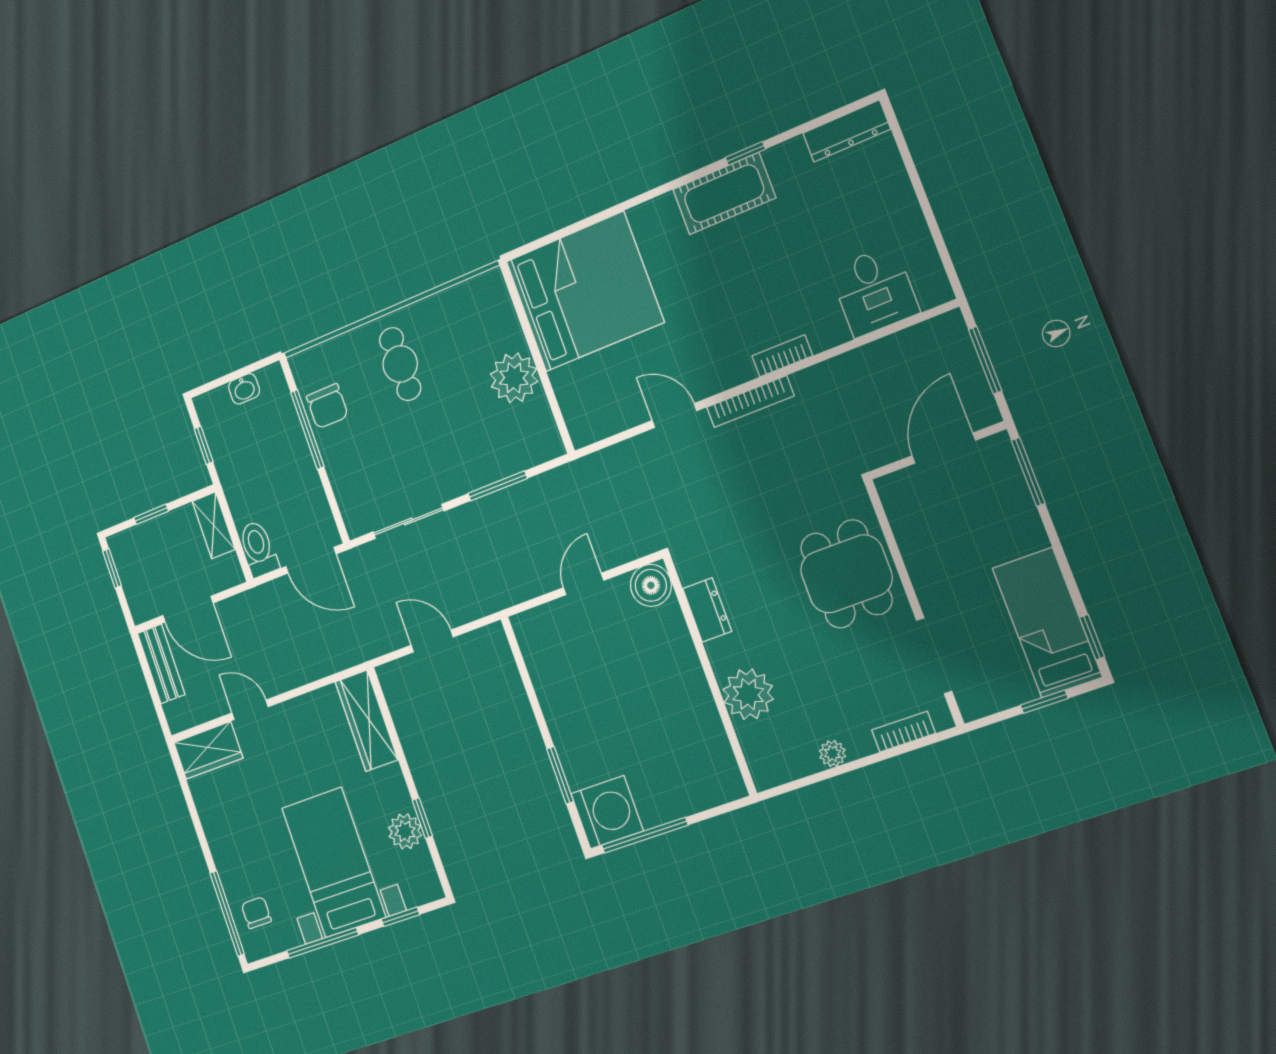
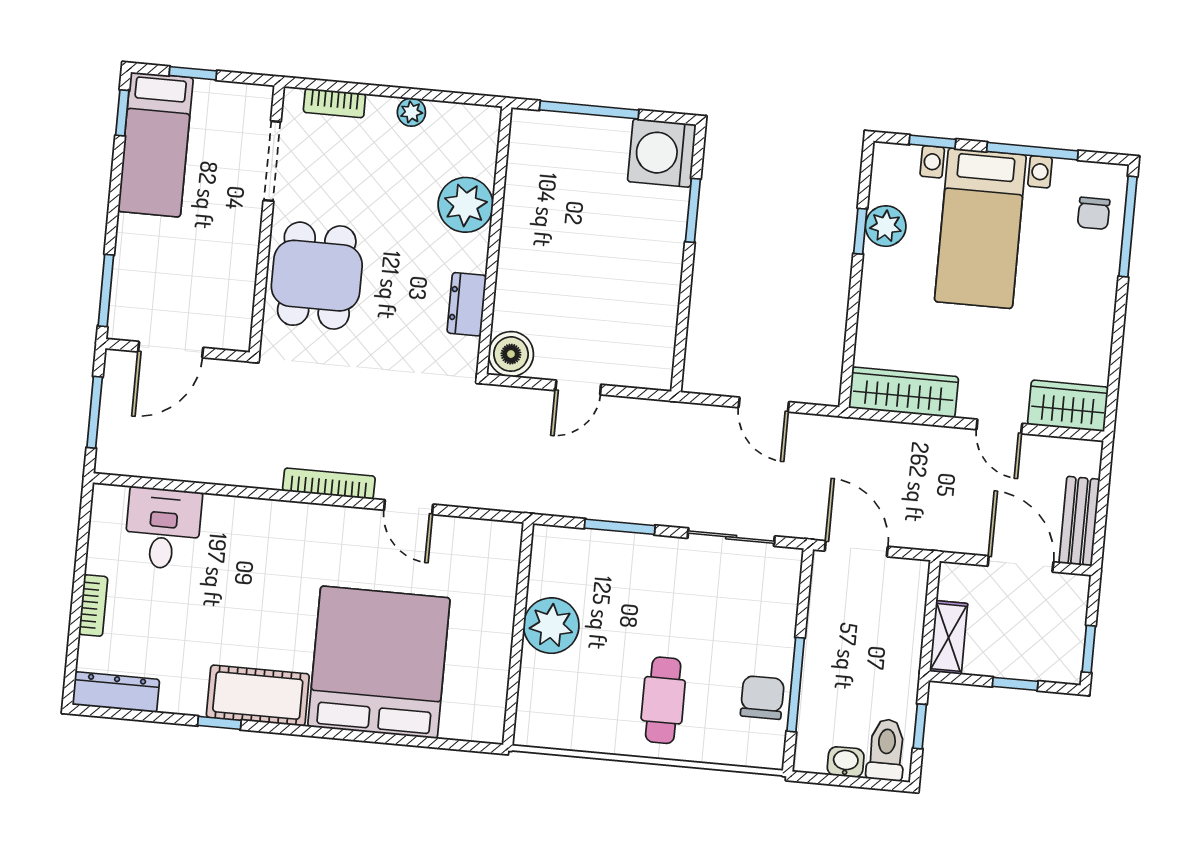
bed: (585, 292) -> (379, 662), moved, turned 90
bookcase: (782, 356) -> (93, 606), moved, turned -90
toilet: (258, 549) -> (886, 750), moved, turned 180
wardrobe: (366, 721) -> (903, 392), moved, turned -90
window: (645, 835) -> (589, 110), moved

